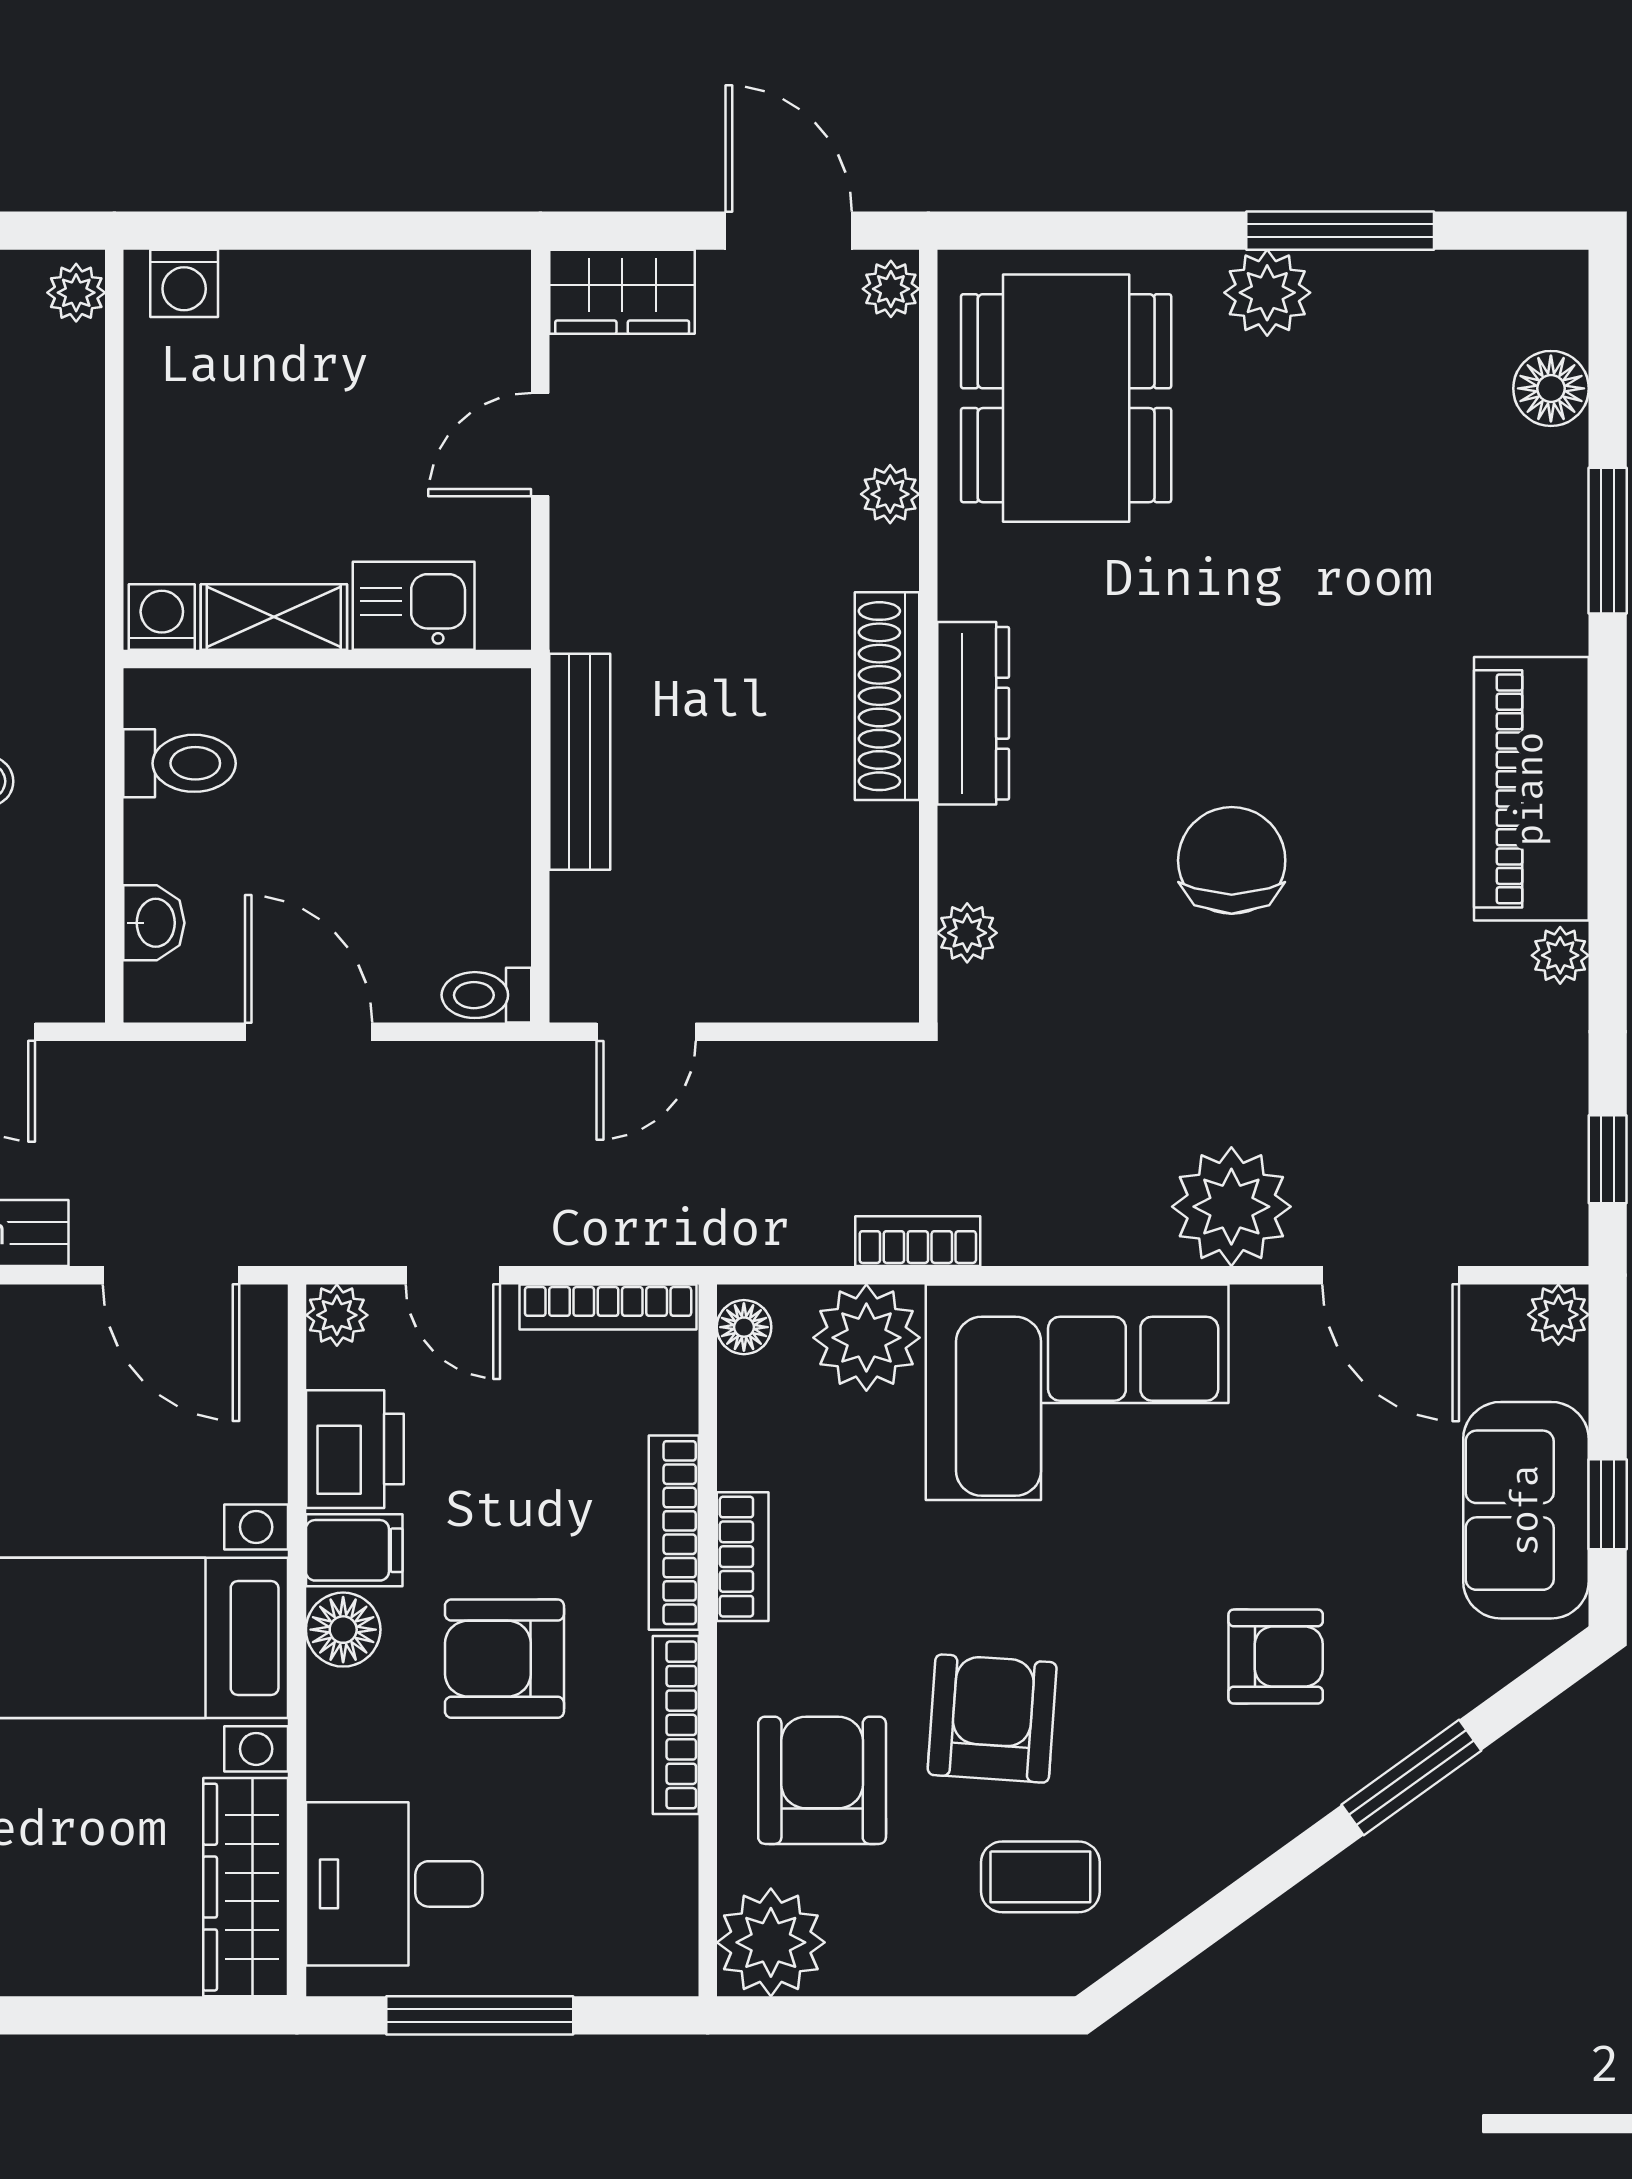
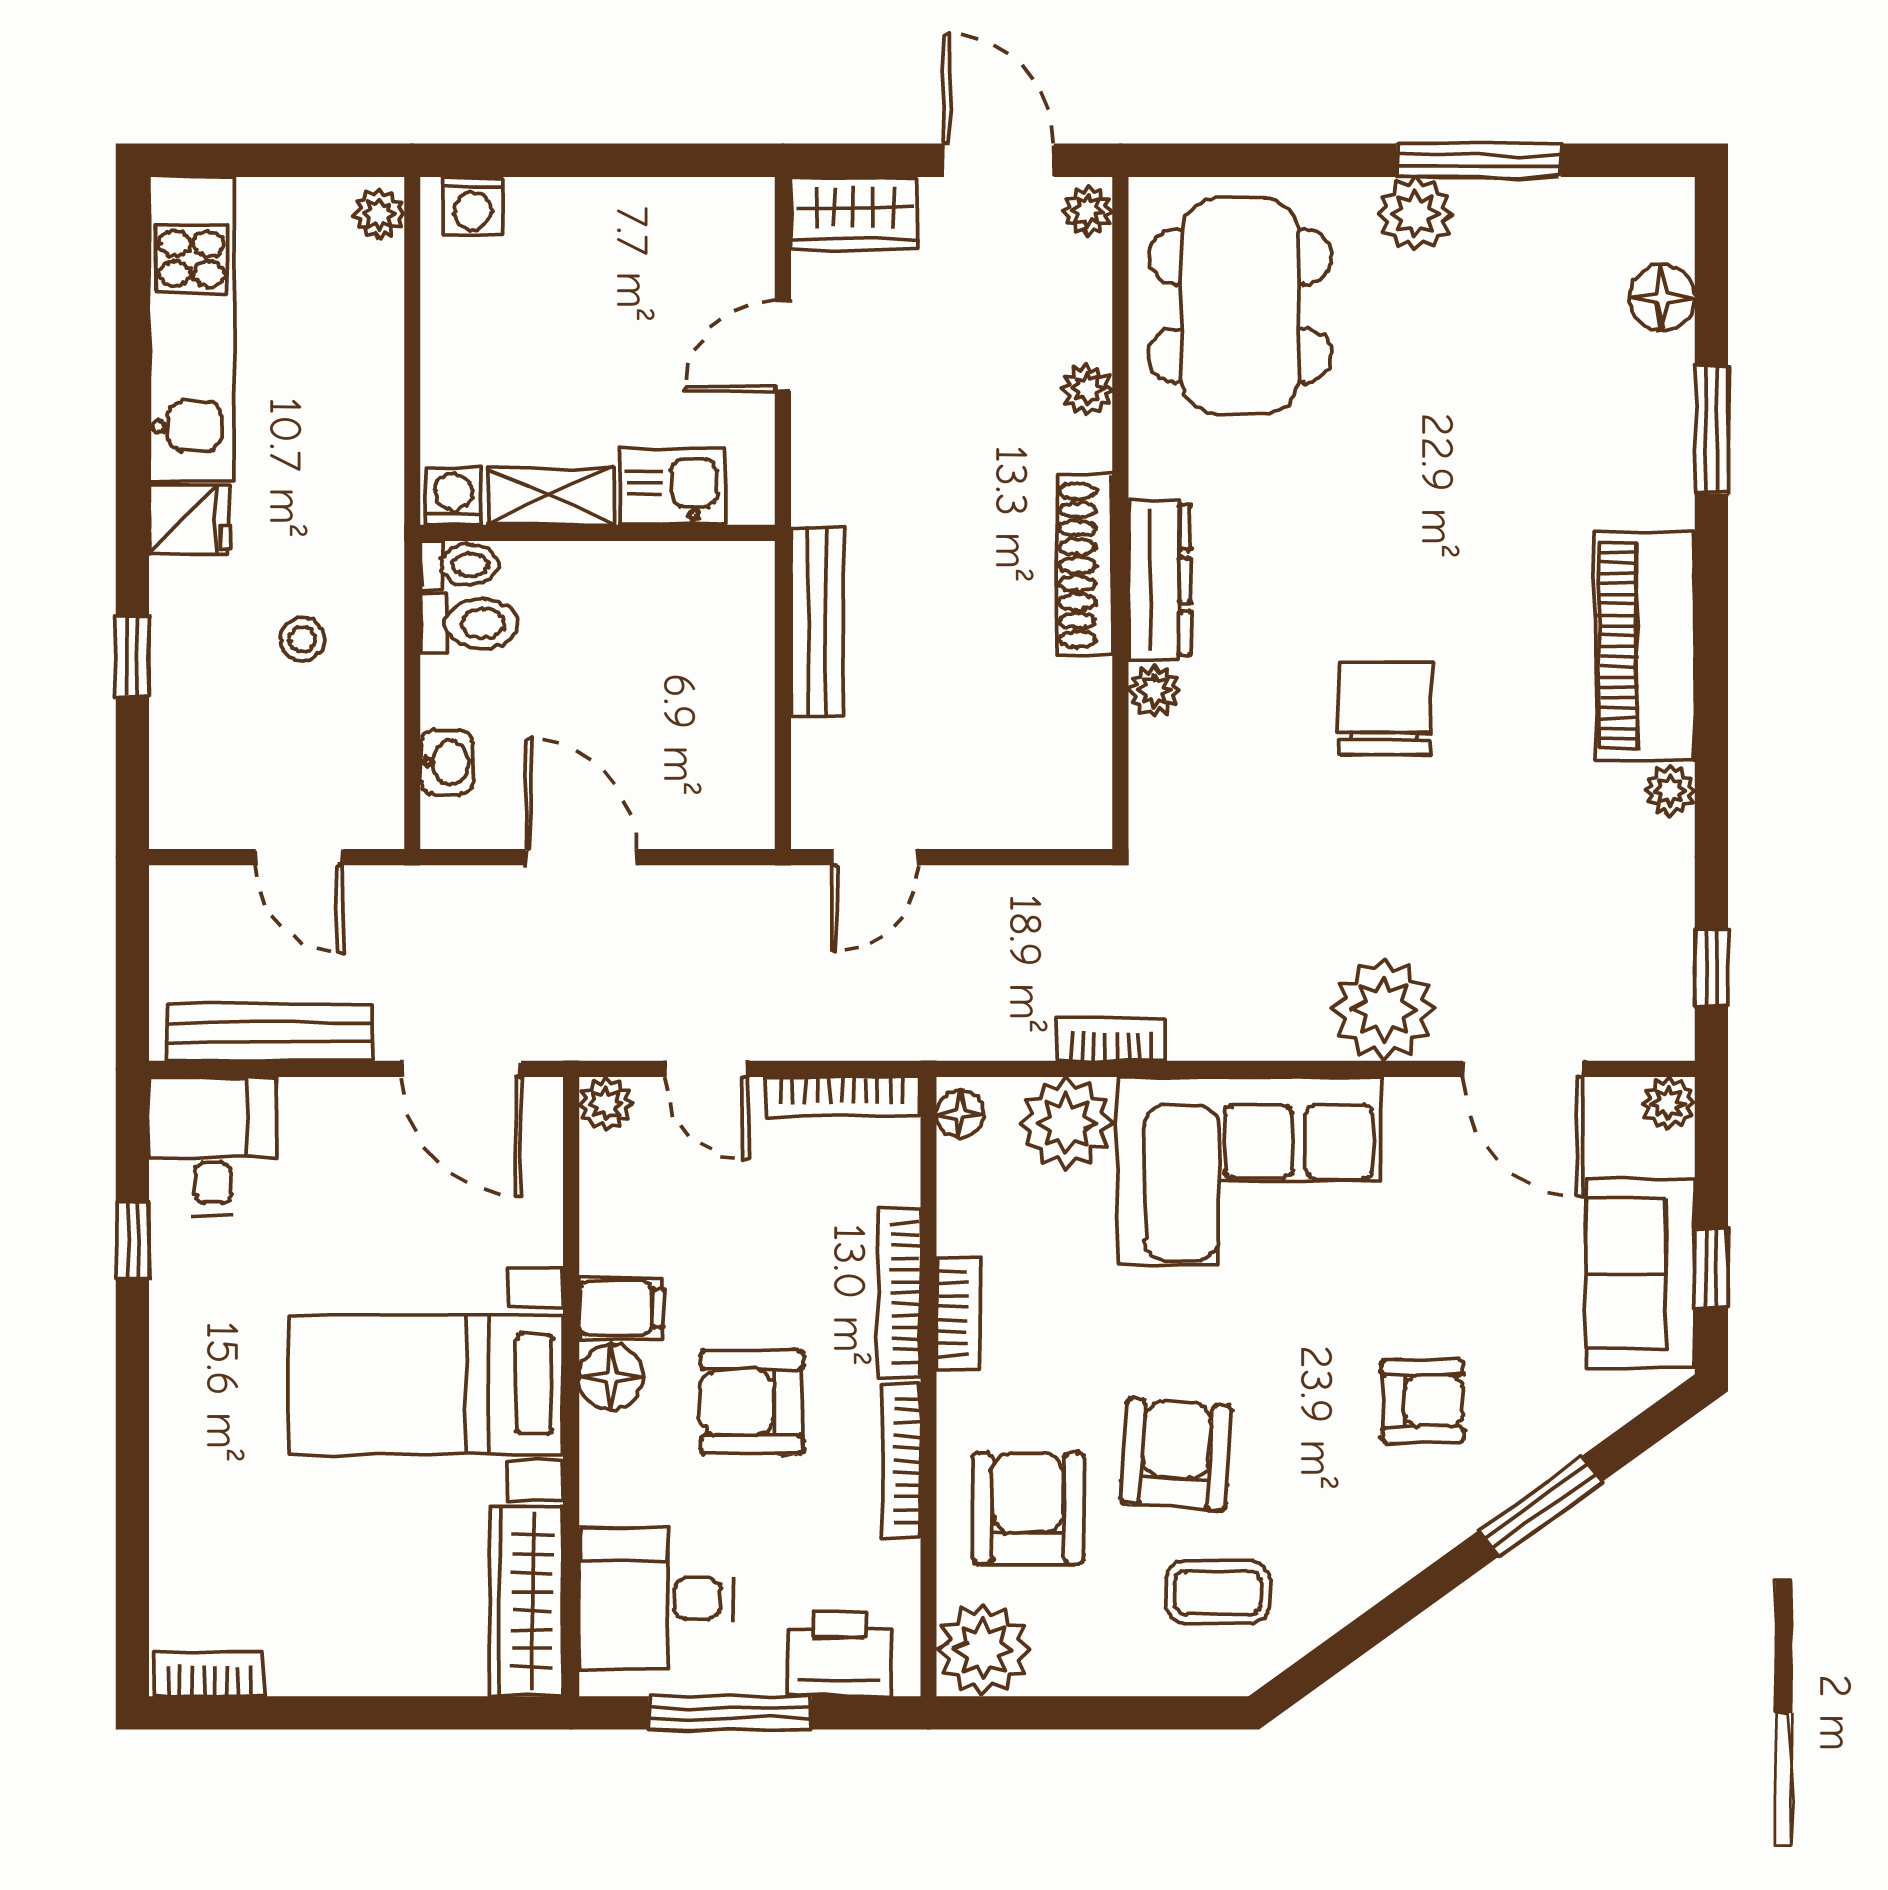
plant: (967, 933) -> (1154, 691), moved
toilet: (486, 995) -> (459, 565), moved, turned 180
printer: (355, 1449) -> (840, 1654), moved, turned -90

